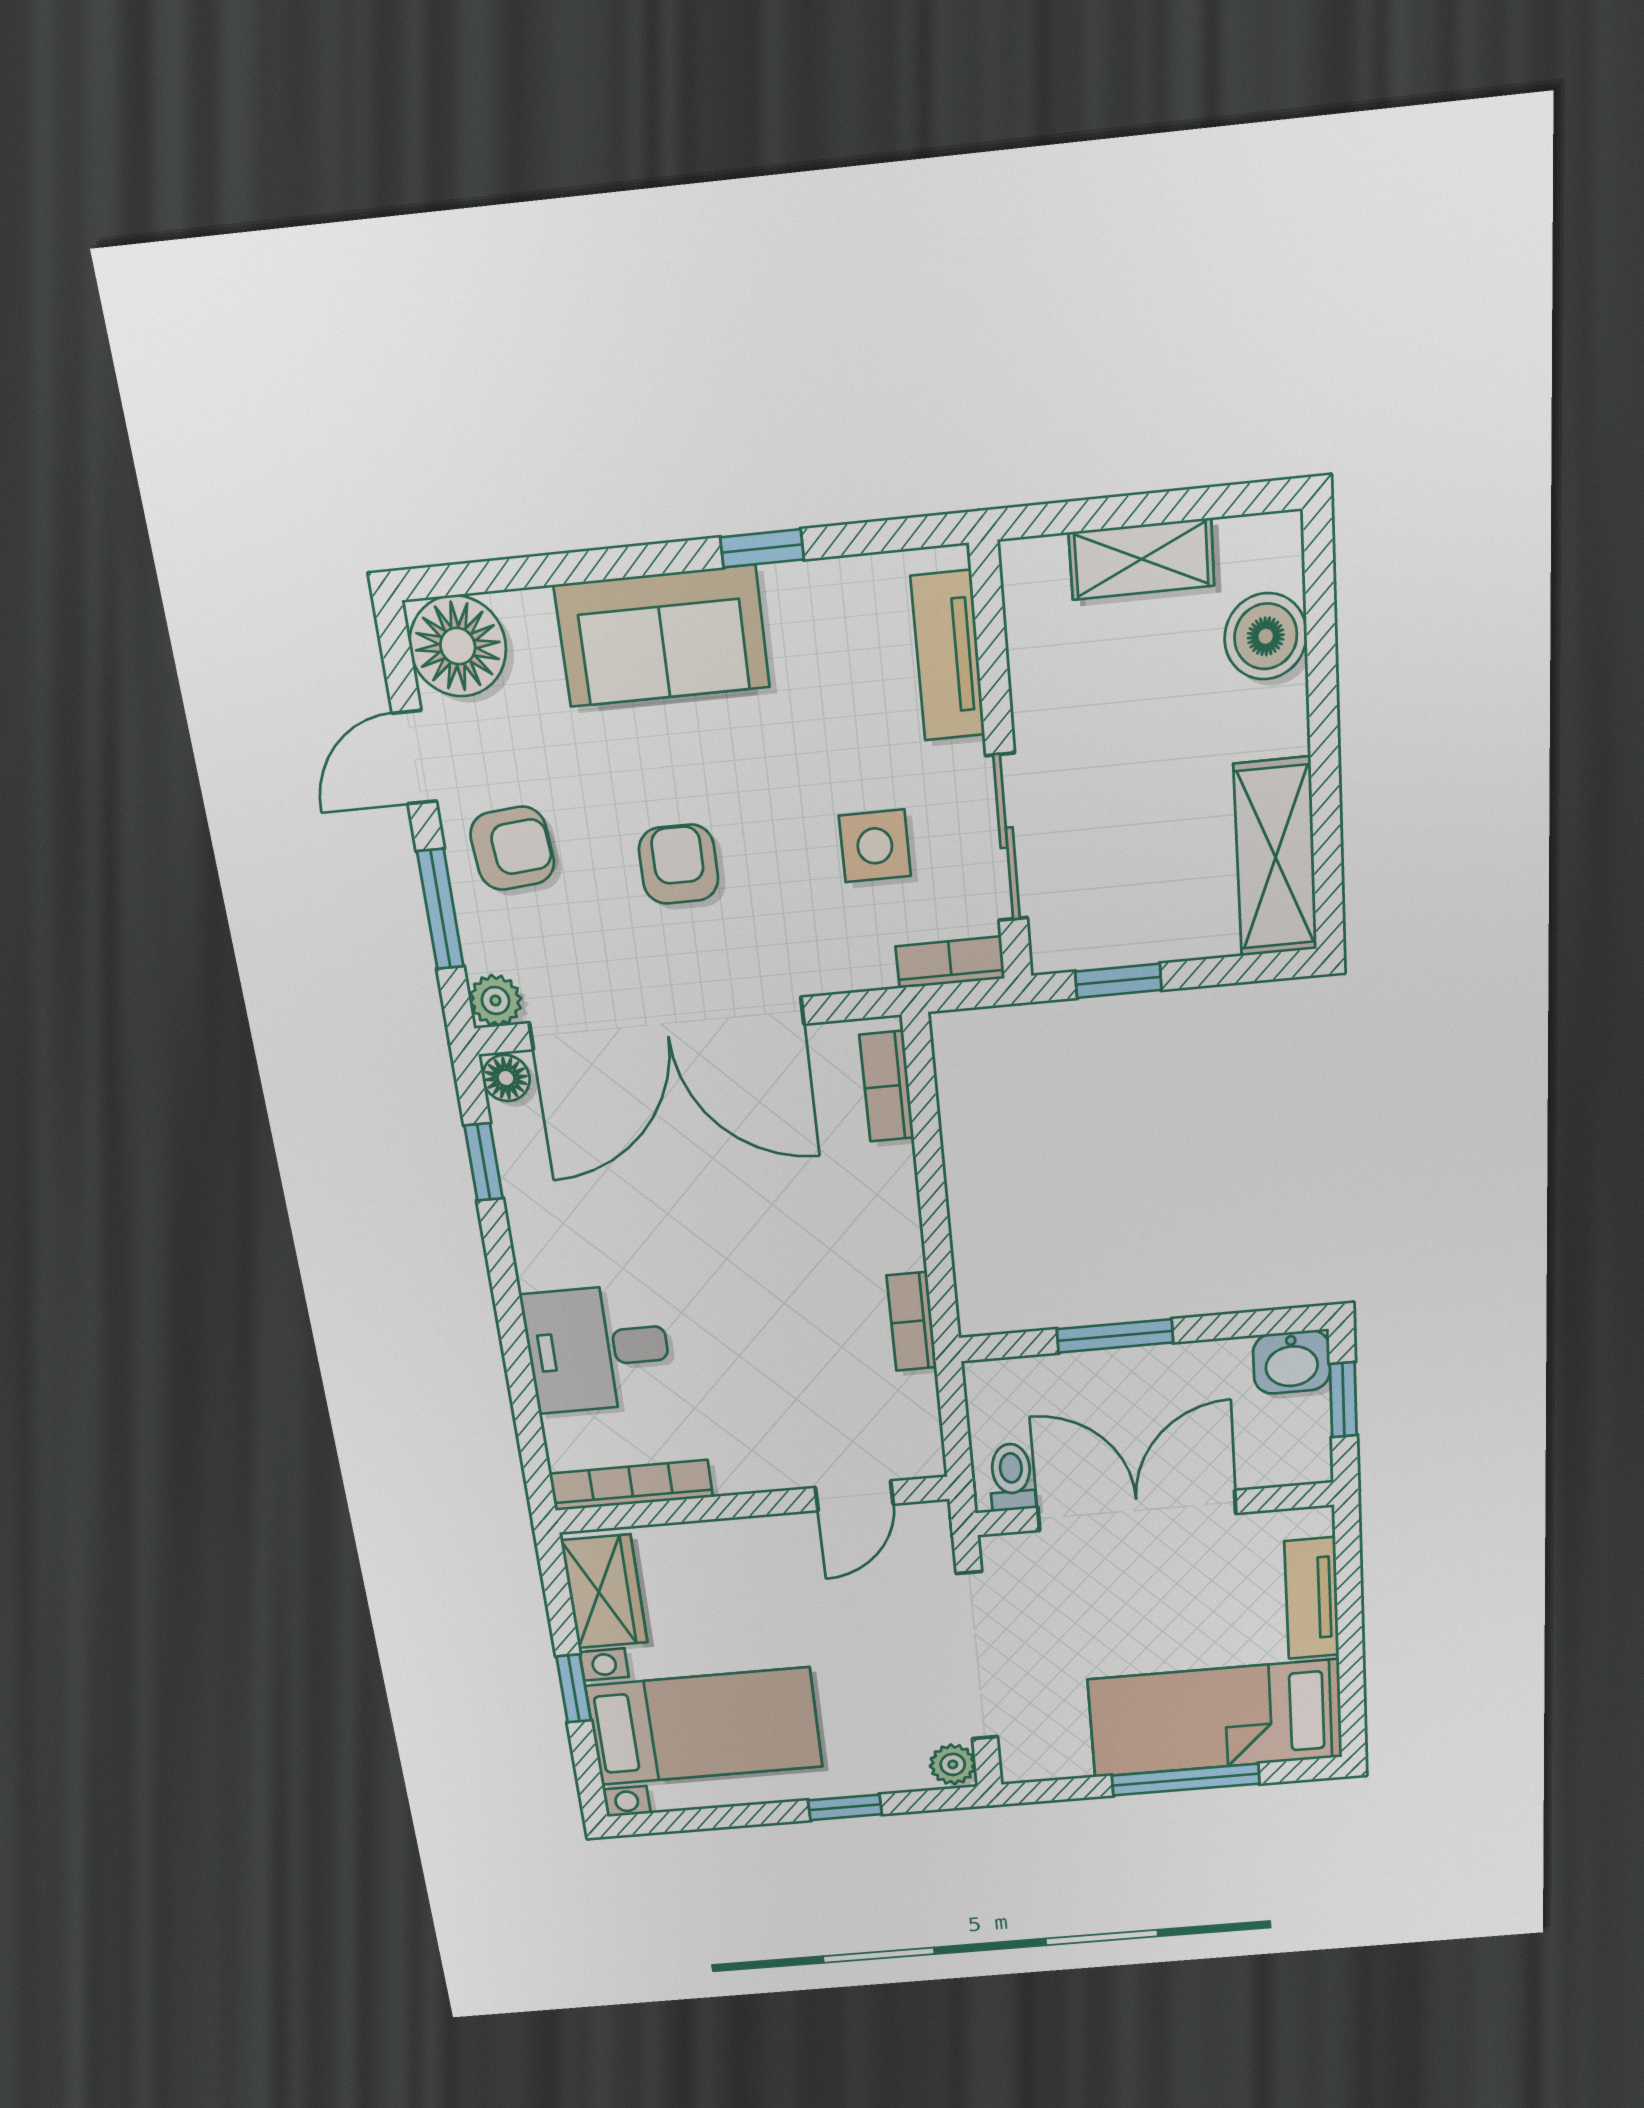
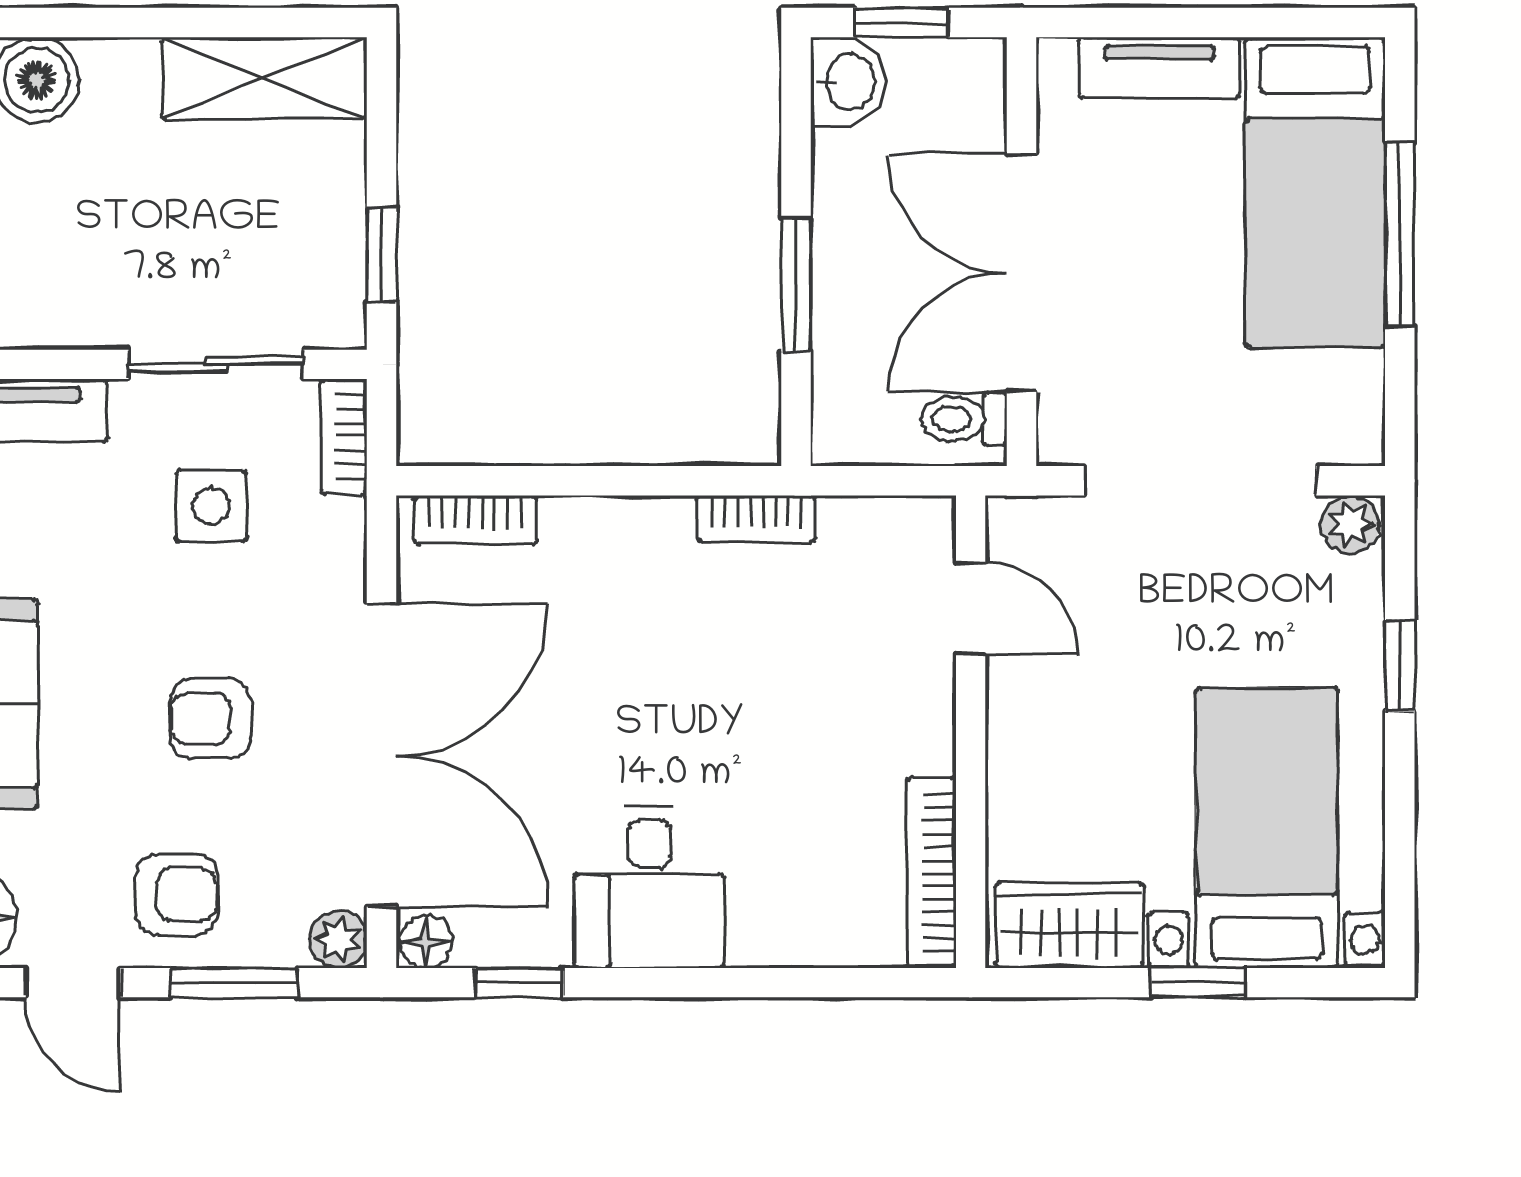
armchair: (512, 848) -> (177, 894), turned 95
desk: (598, 1349) -> (649, 887), moved

